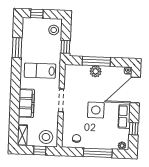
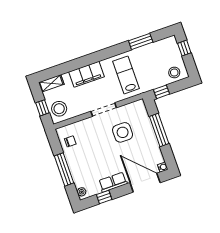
plant: (96, 71) -> (148, 133), removed
side table: (96, 110) -> (123, 132), moved

